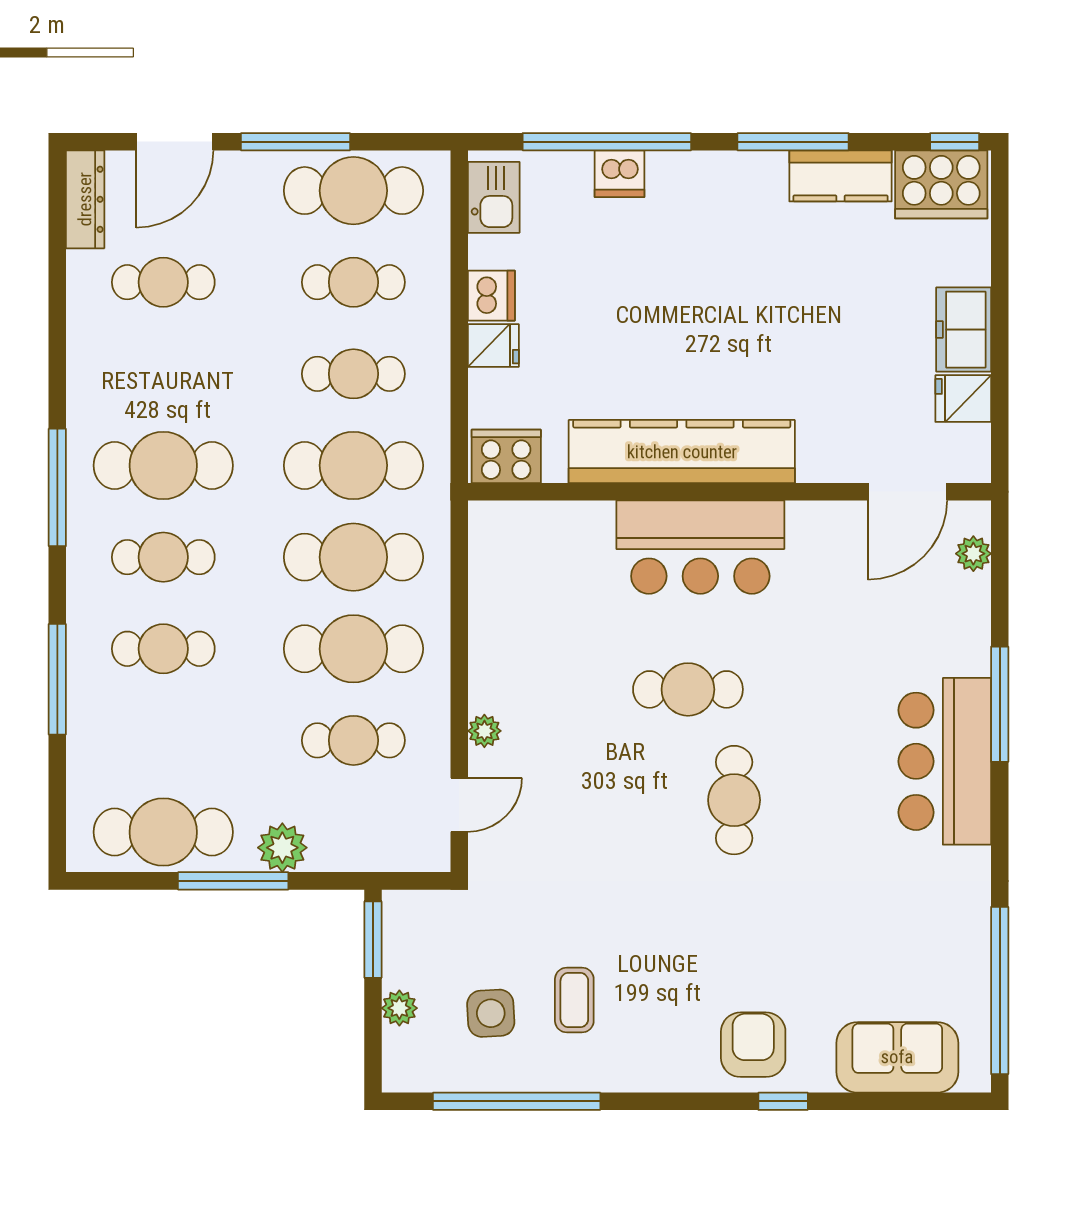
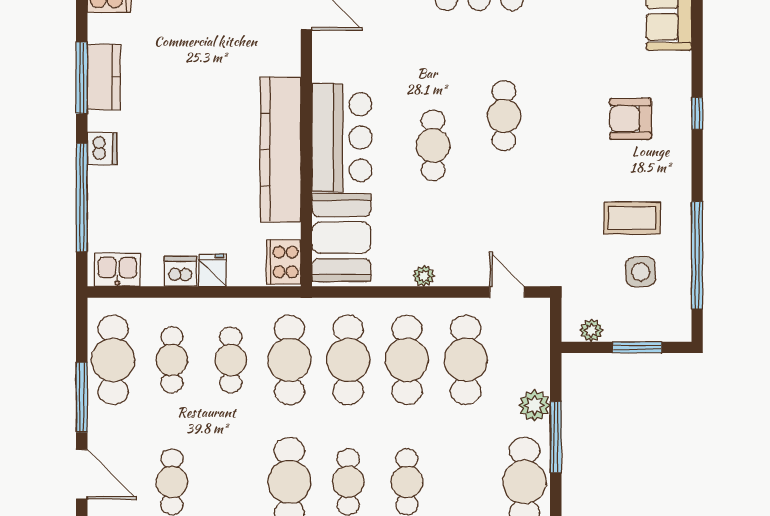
dishwasher: (619, 174) -> (102, 148), moved
kitchen counter: (841, 176) -> (104, 77), moved
booth: (544, 546) -> (341, 237), added
plant: (484, 731) -> (424, 276), moved
cafe table: (353, 740) -> (466, 360), width x1.37, depth x1.35
cafe table: (734, 800) -> (504, 116), turned 90
window: (373, 940) -> (637, 347), moved
coffee table: (574, 1000) -> (632, 218), width x1.36, depth x1.30
plant: (399, 1008) -> (591, 330), moved
armchair: (753, 1045) -> (630, 119), moved
window: (783, 1101) -> (697, 113), moved

